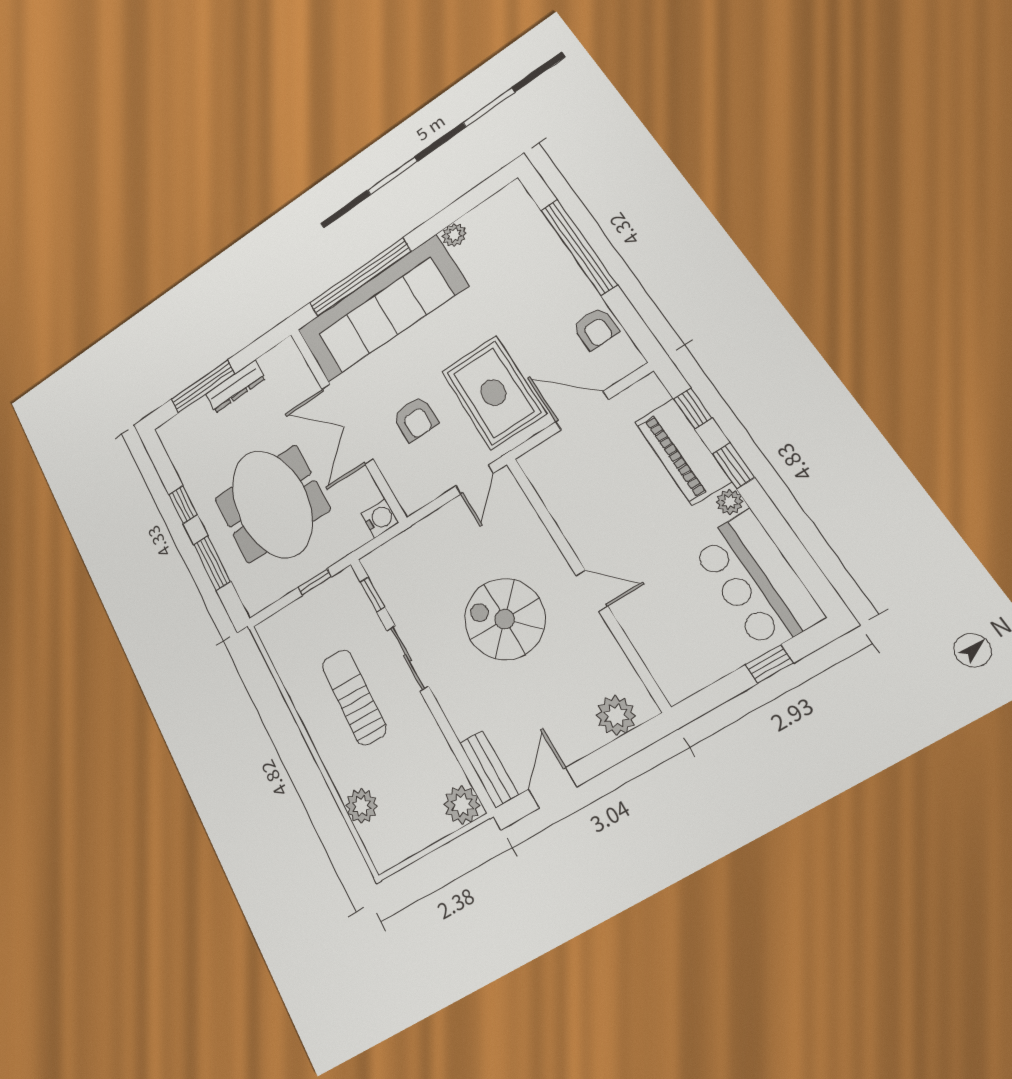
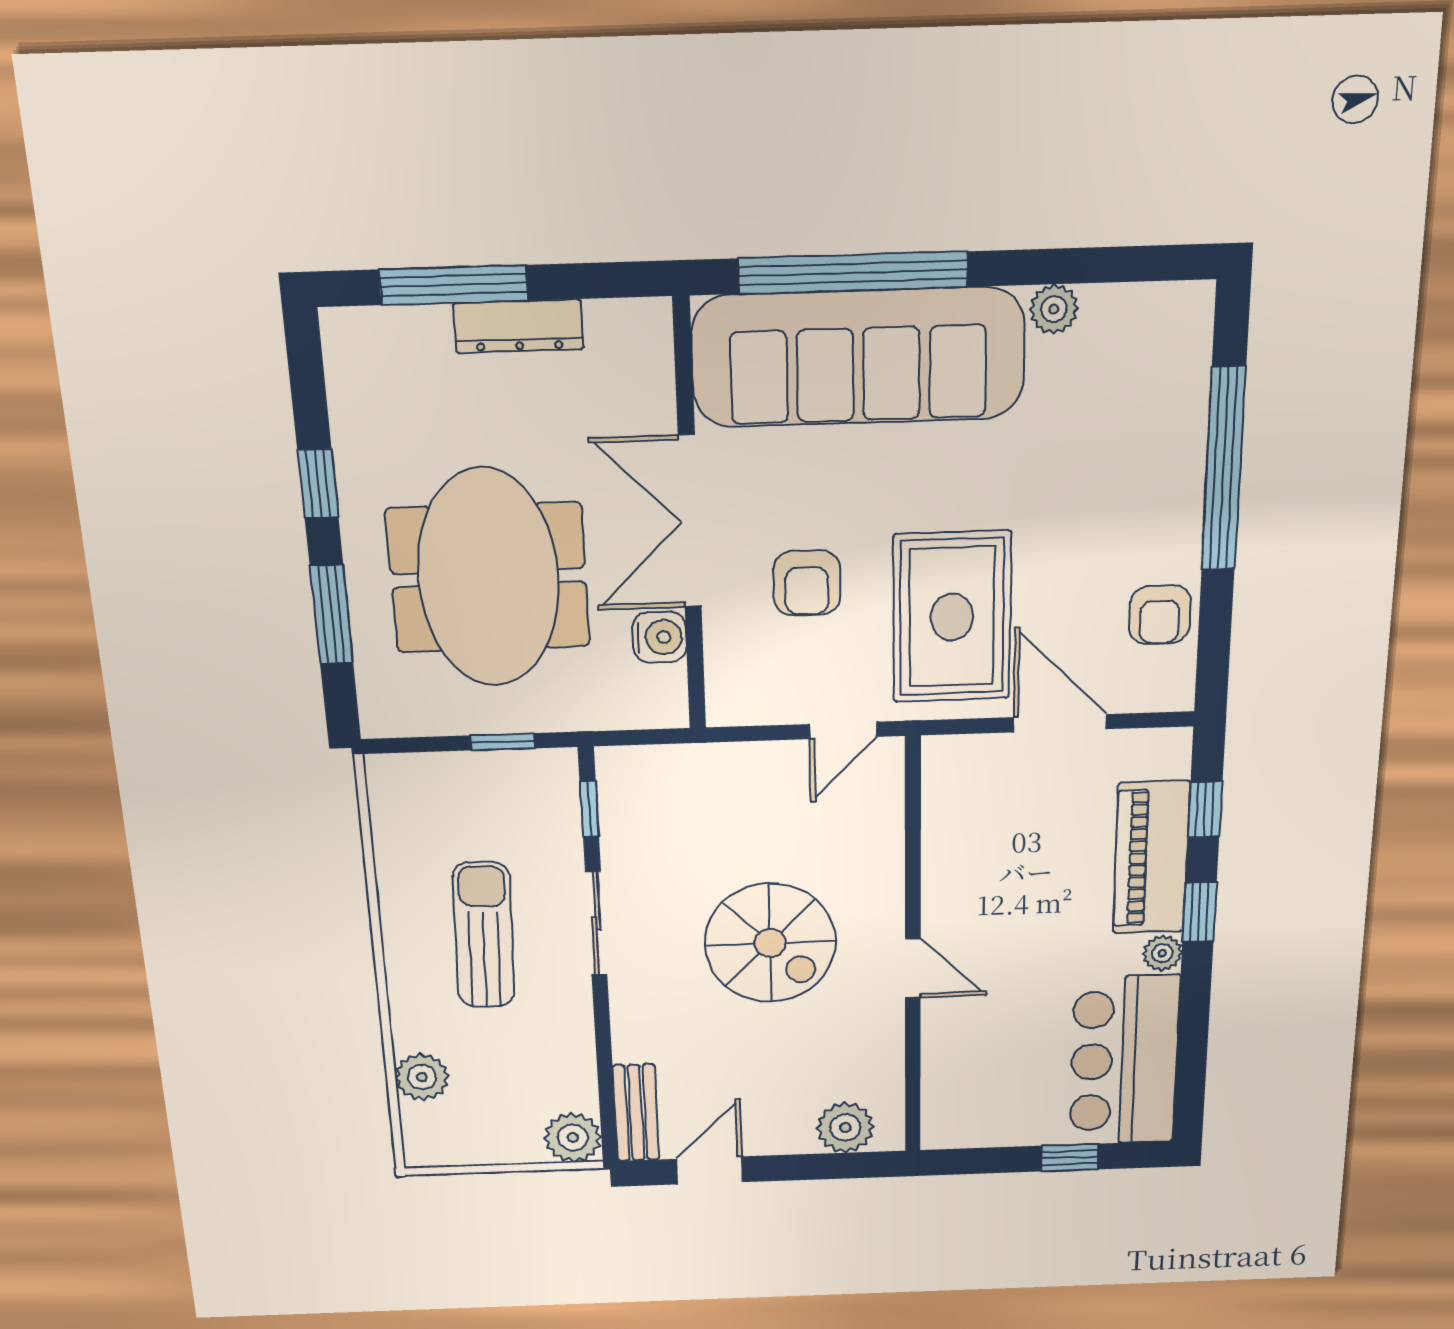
water cooler: (380, 518) -> (660, 637), moved
spiral stairs: (505, 619) -> (770, 943), turned 180

